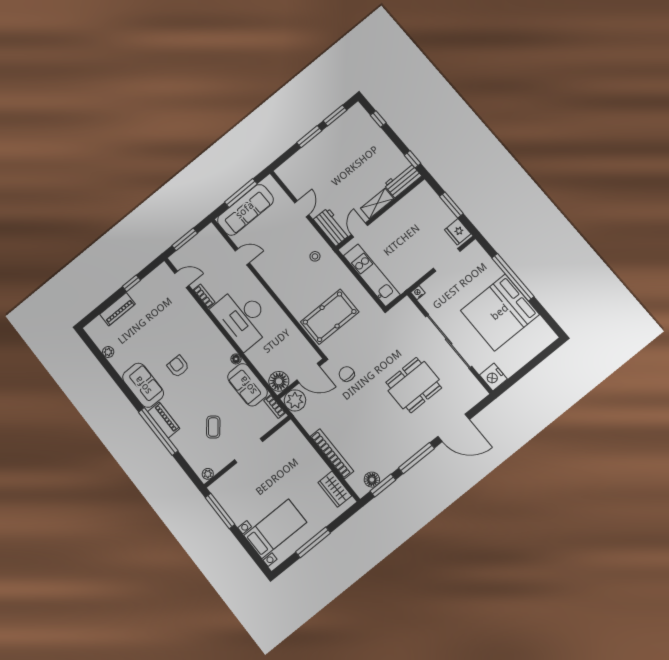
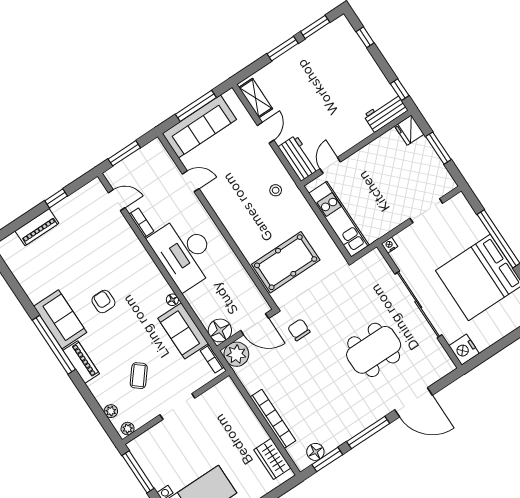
shelving: (377, 204) -> (256, 98), moved, turned 90
fridge: (458, 232) -> (409, 130), moved
plant: (108, 352) -> (111, 411), moved
window: (158, 431) -> (54, 345), moved

